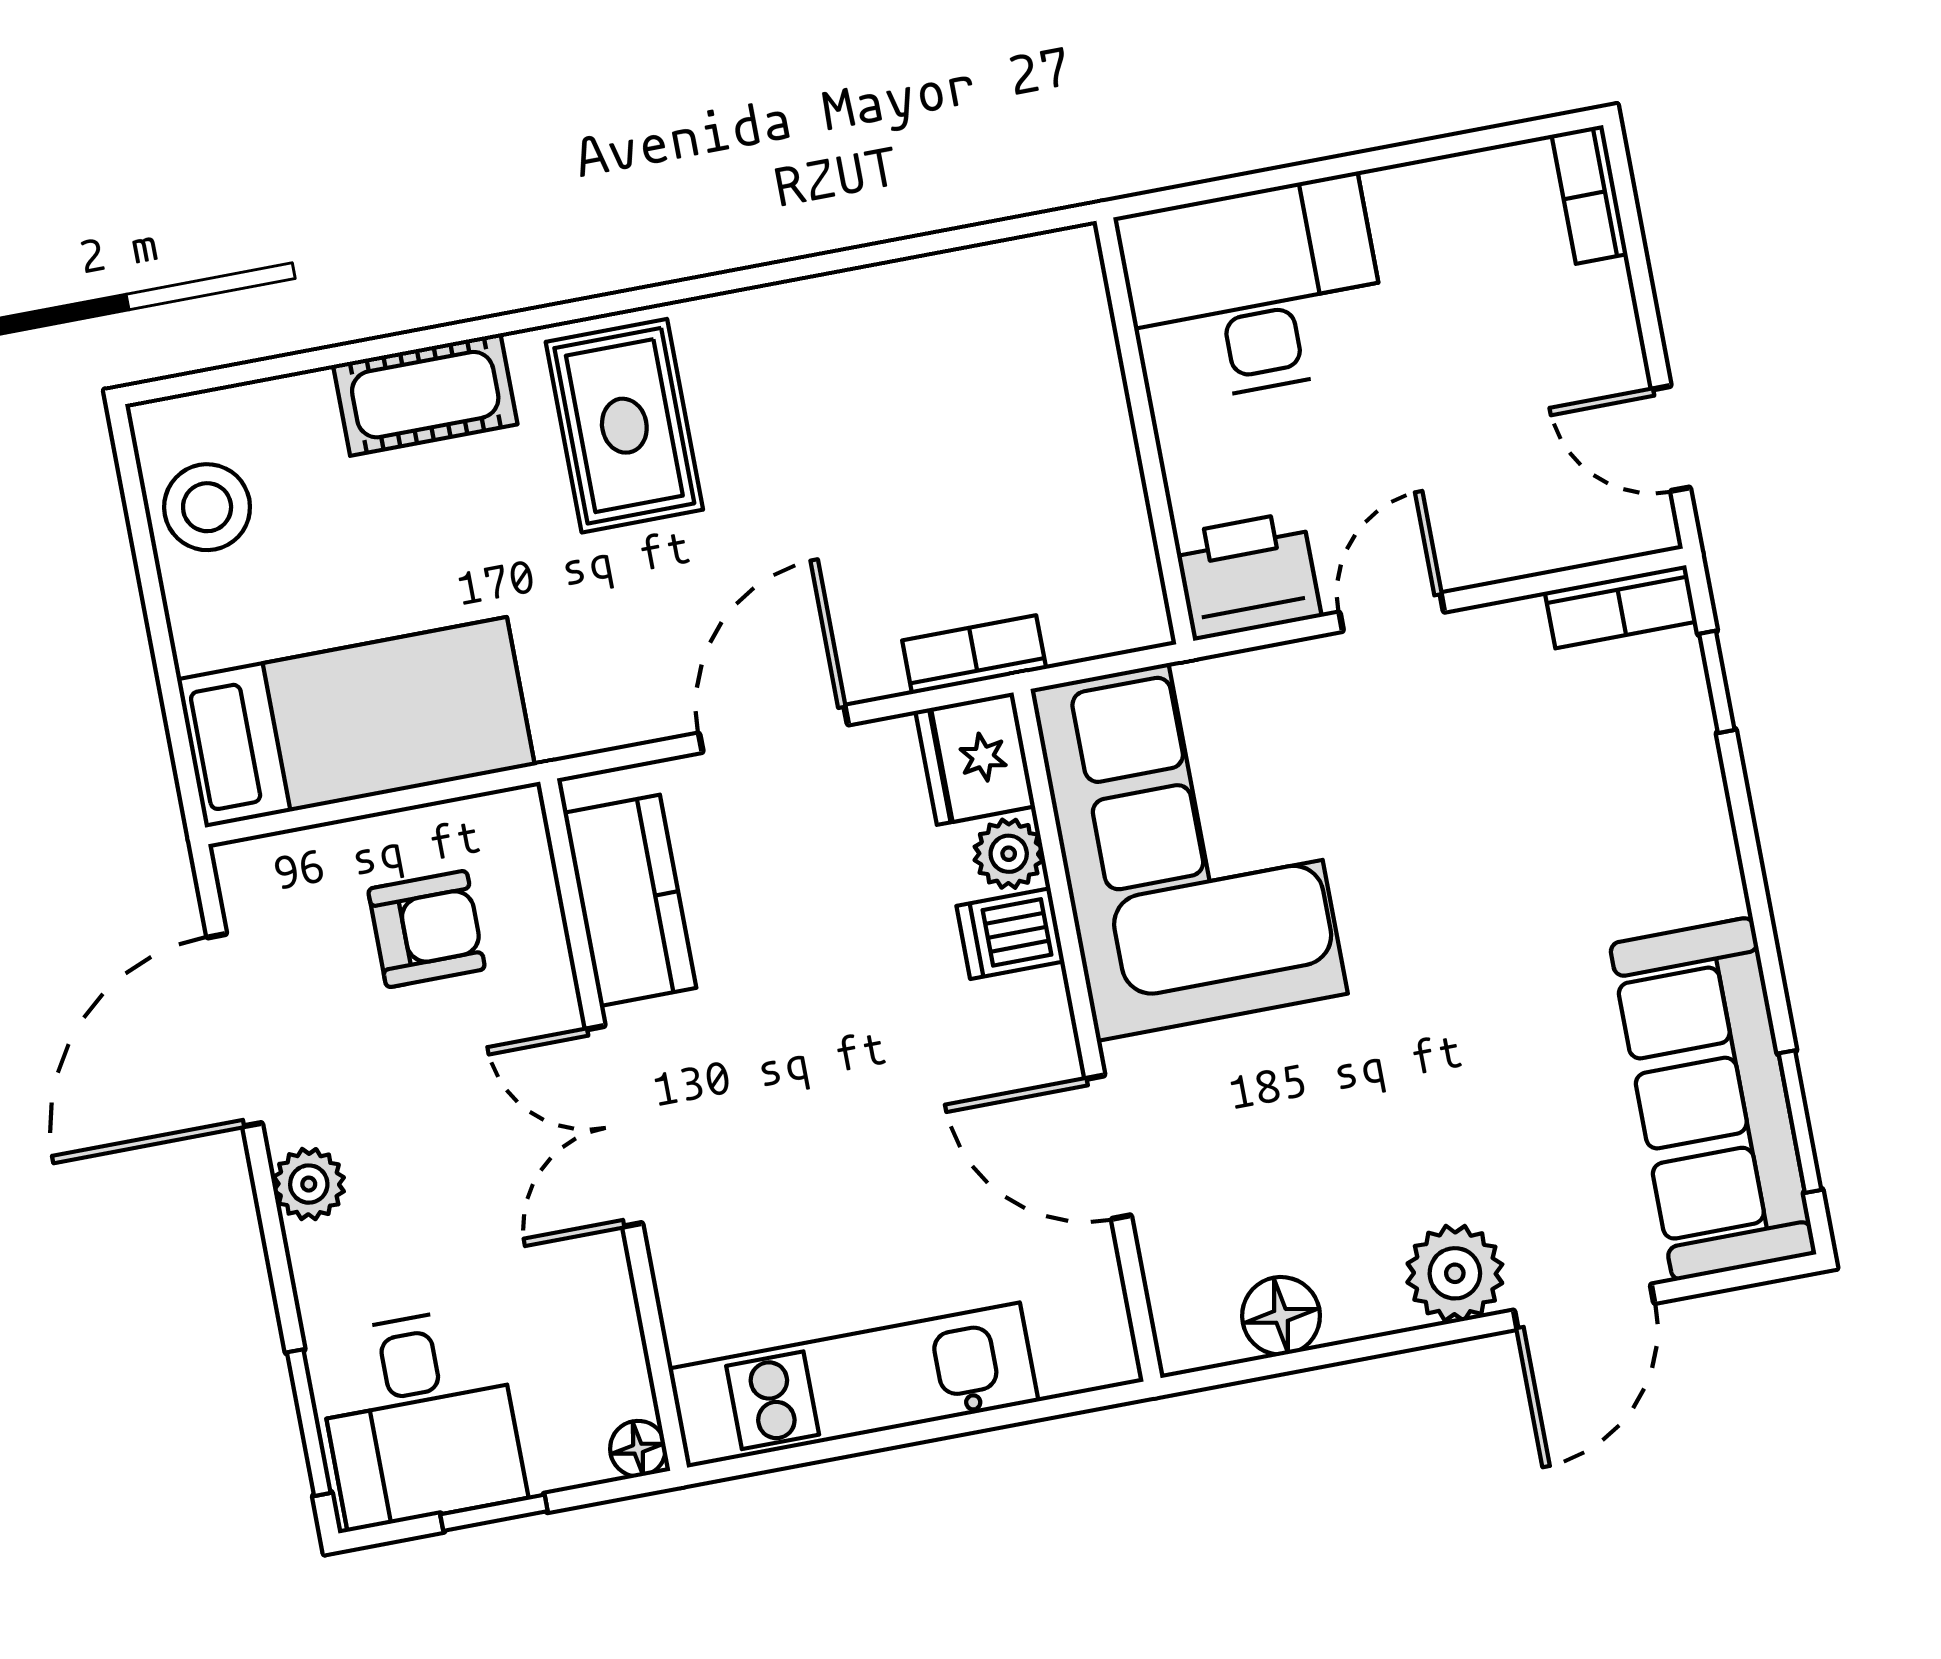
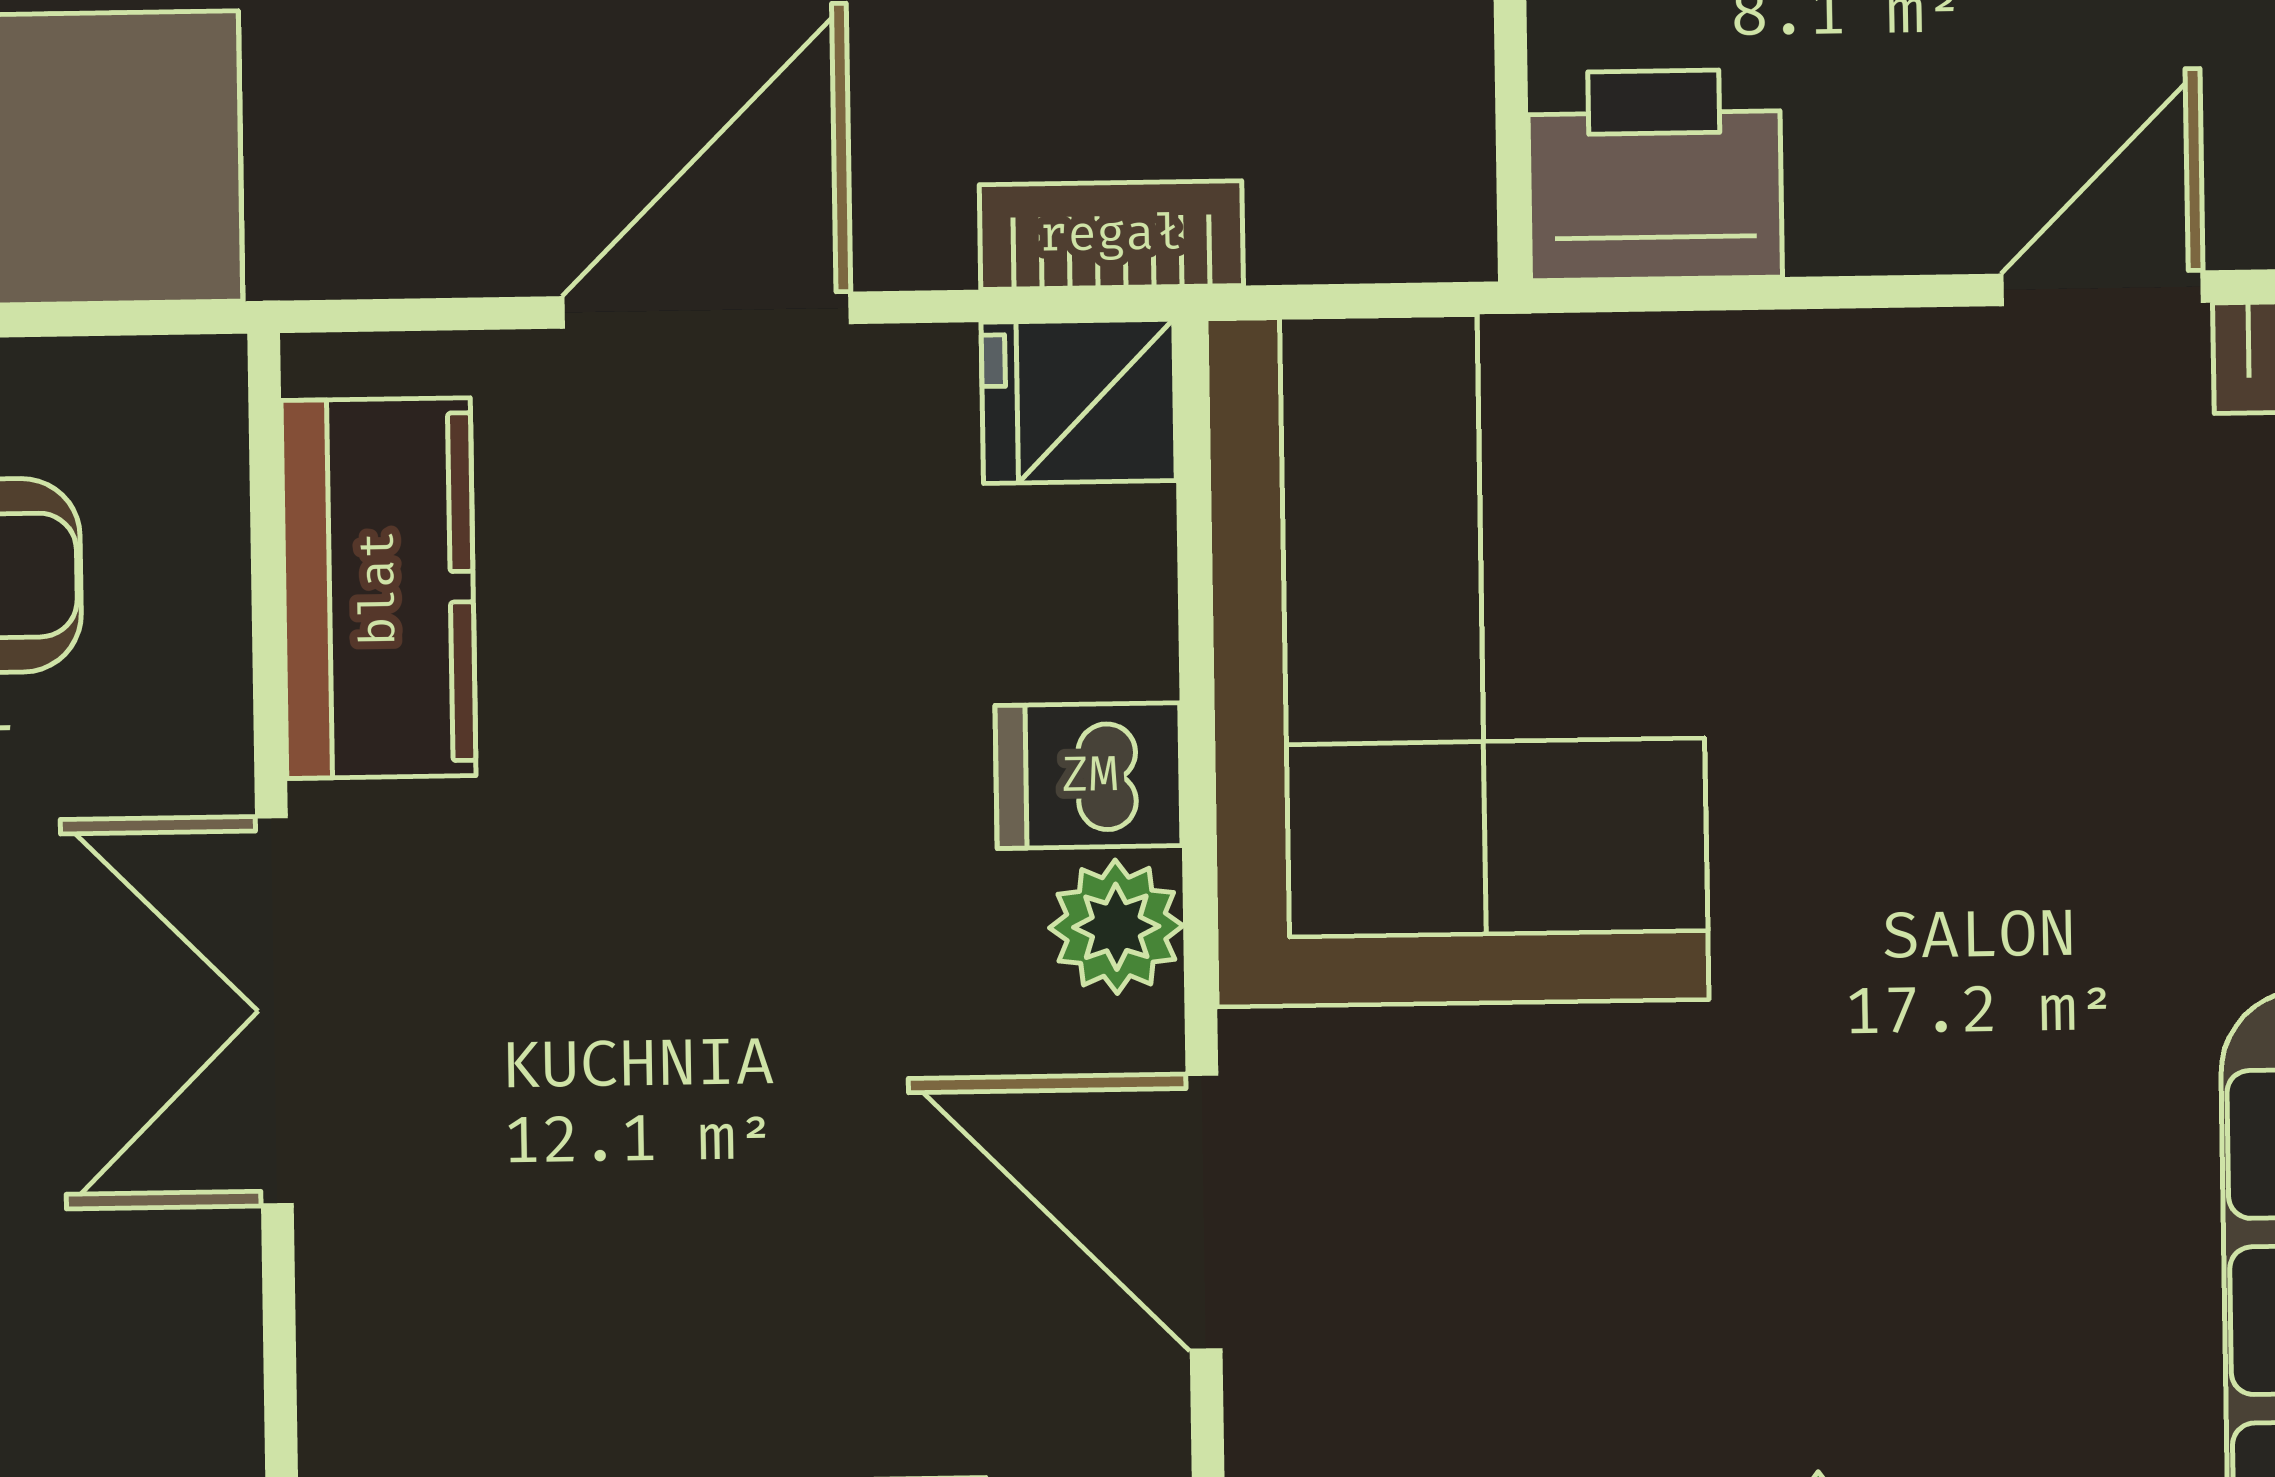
door: (1392, 612) -> (2102, 288), moved
fridge: (975, 759) -> (1079, 401), width x0.72
plant: (1009, 854) -> (1116, 927), moved

